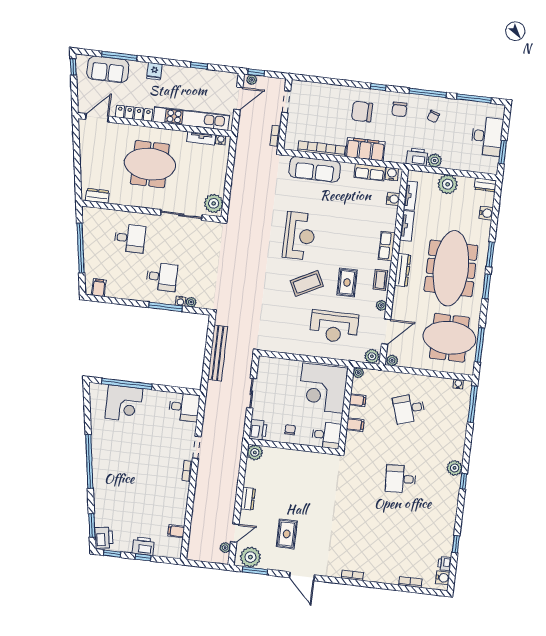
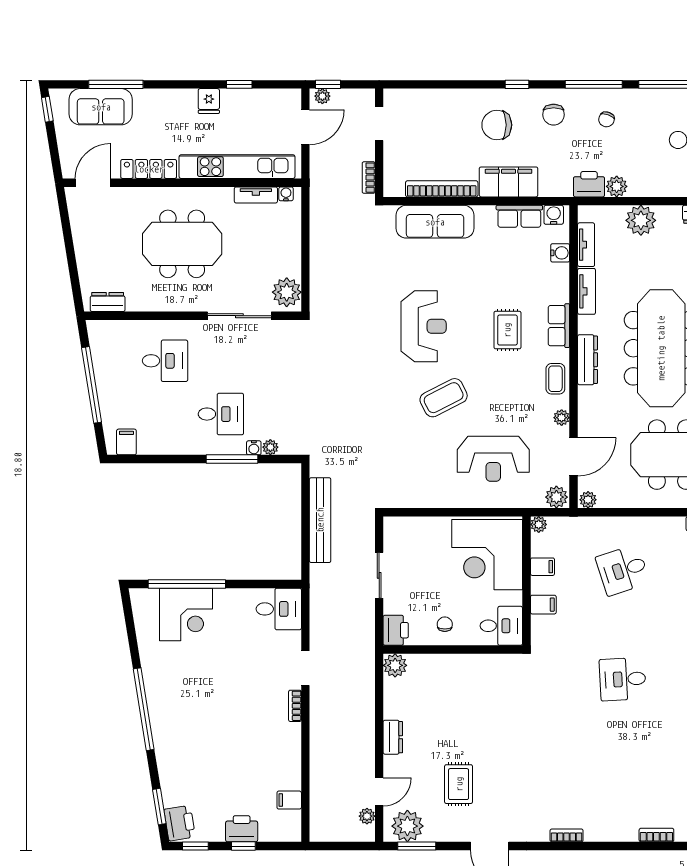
fridge: (154, 71) -> (209, 101), moved
rug: (347, 282) -> (507, 330), moved

